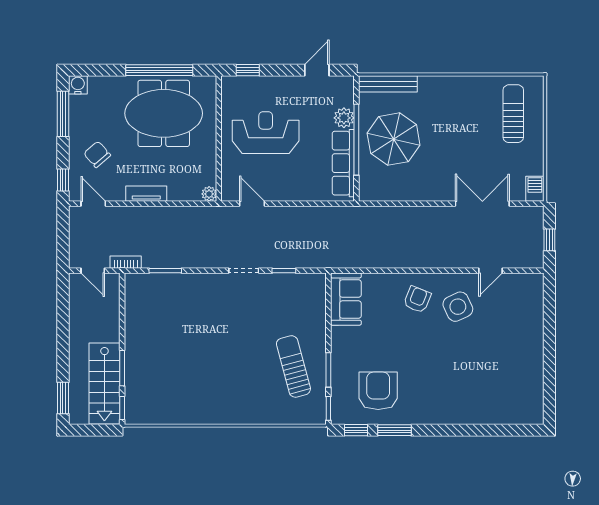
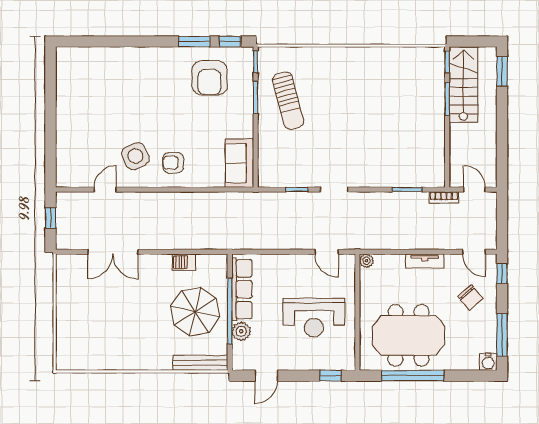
sun lounger: (513, 114) -> (84, 335), removed
barbecue: (535, 189) -> (184, 262), moved, turned 90
armchair: (417, 299) -> (173, 163), turned 68

